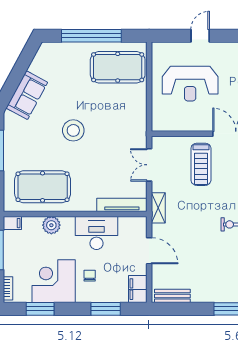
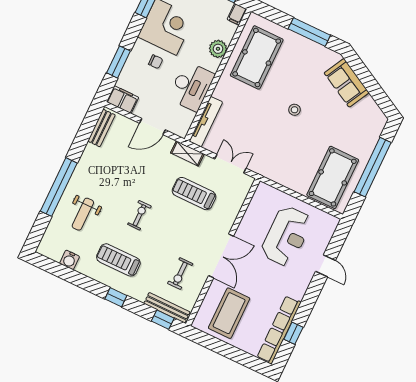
reception desk: (190, 84) -> (286, 236), turned 180
stool: (73, 130) -> (295, 110), width x0.53, depth x0.53
treadmill: (201, 164) -> (194, 194), moved

